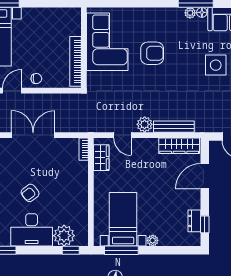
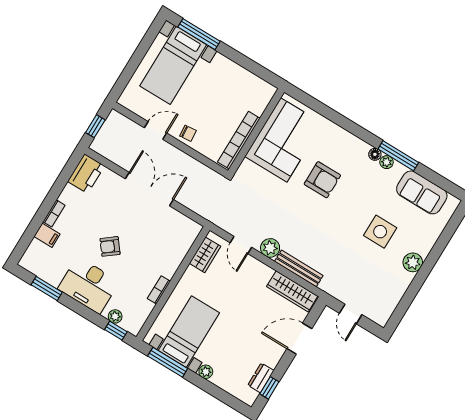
floor lamp: (202, 12) -> (375, 154), moved
bookcase: (84, 149) -> (159, 290), moved
plant: (64, 236) -> (115, 316), width x0.53, depth x0.53

